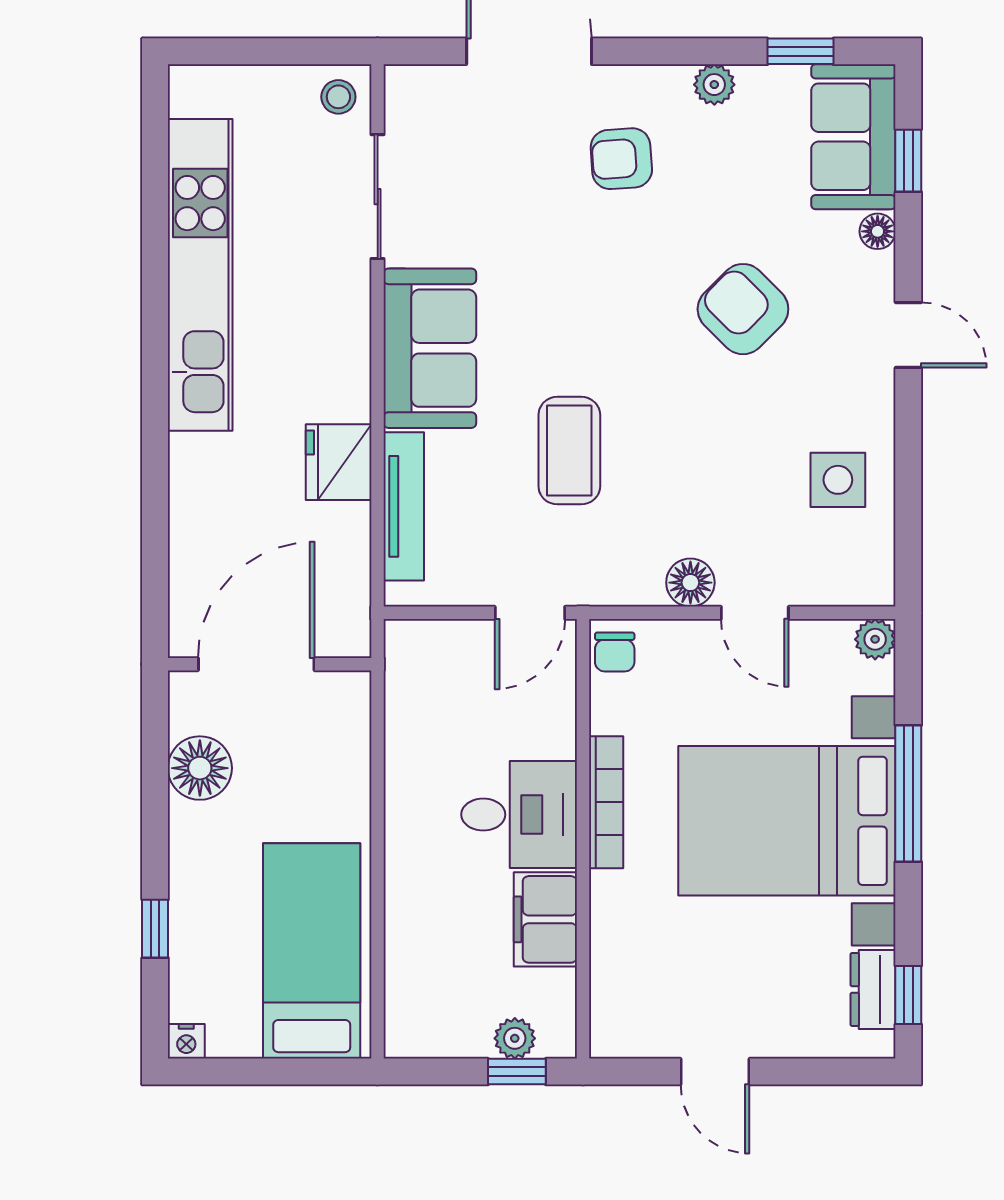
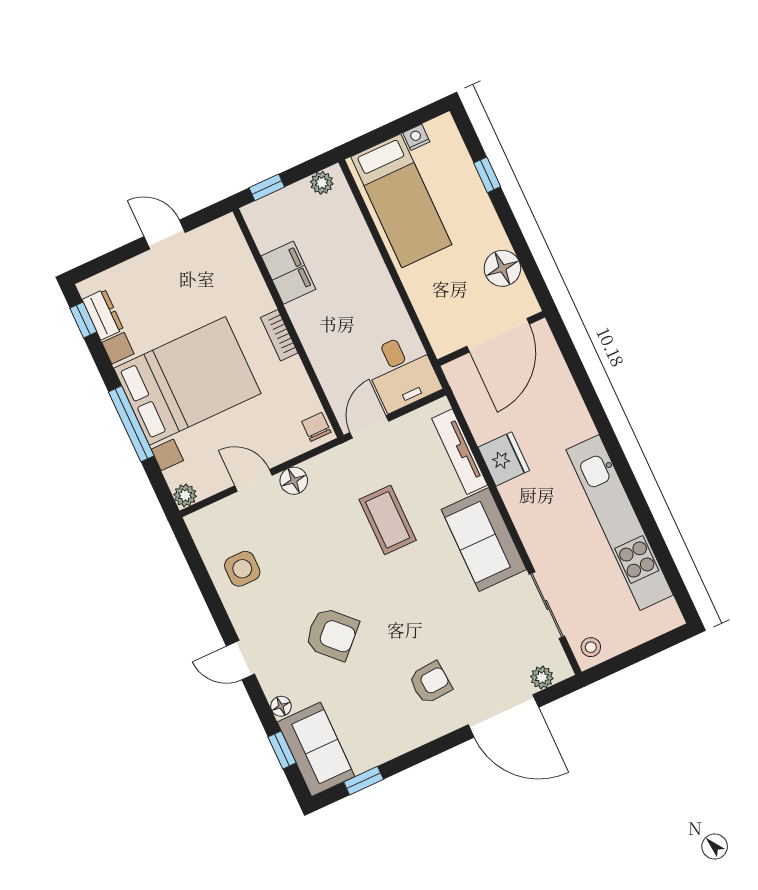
plant: (714, 85) -> (542, 677), moved
bookcase: (606, 802) -> (279, 335), width x0.64
desk: (519, 815) -> (402, 372), moved, turned -90
plant: (515, 1038) -> (322, 183), moved
nightstand: (186, 1041) -> (416, 137), moved

